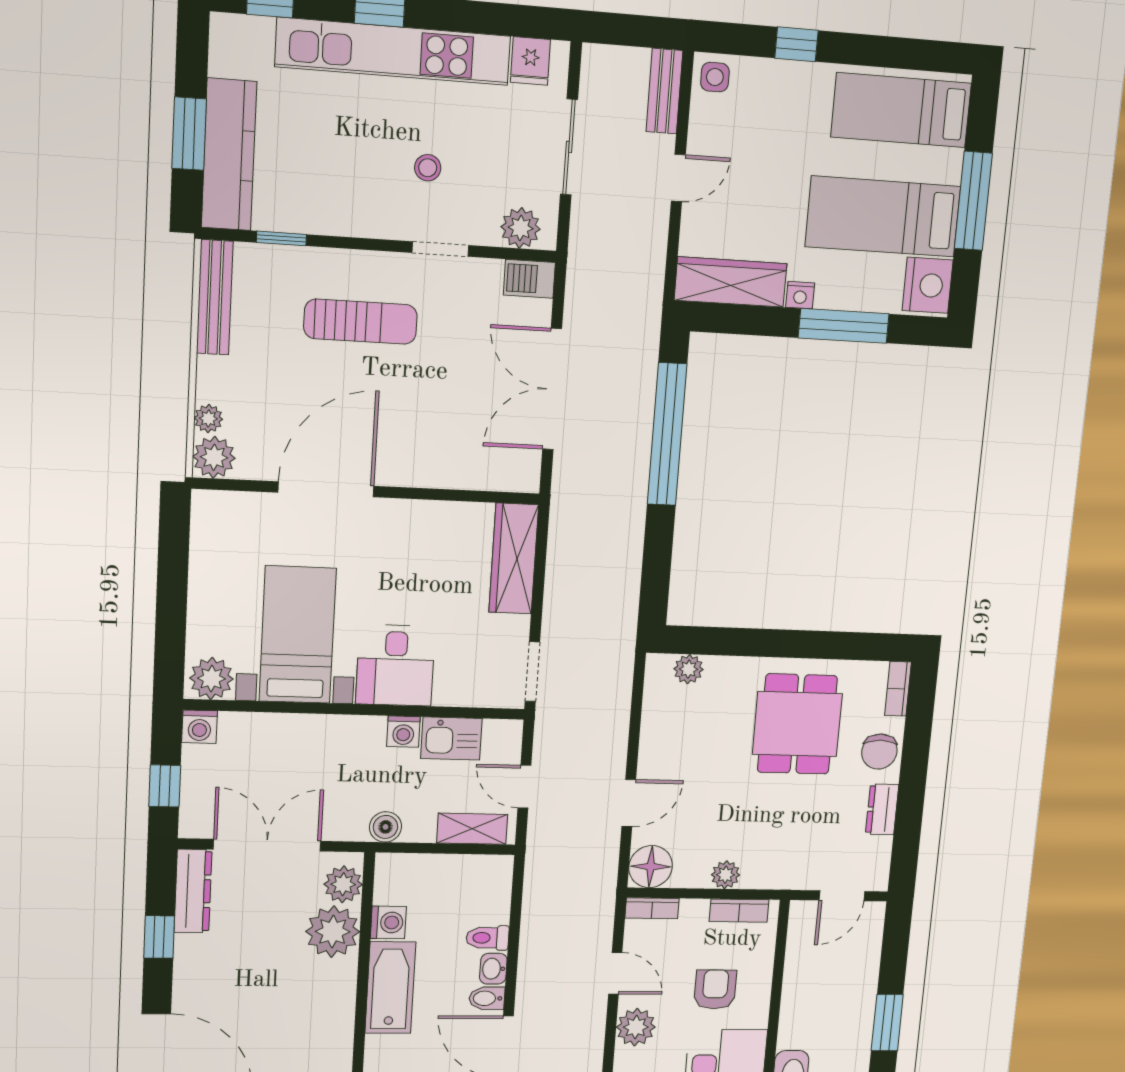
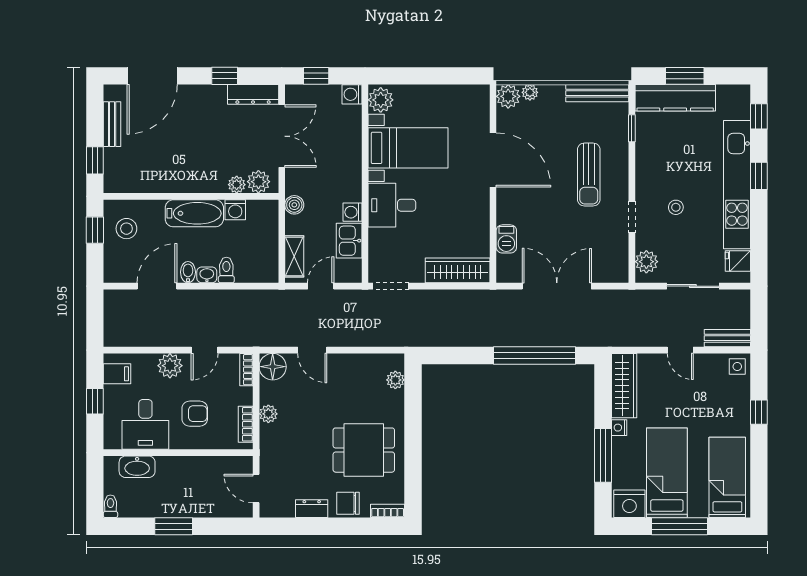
barbecue: (529, 279) -> (506, 239), moved, turned 180
plant: (333, 932) -> (237, 185), width x0.53, depth x0.53

